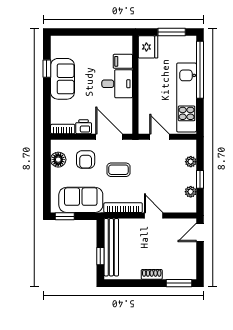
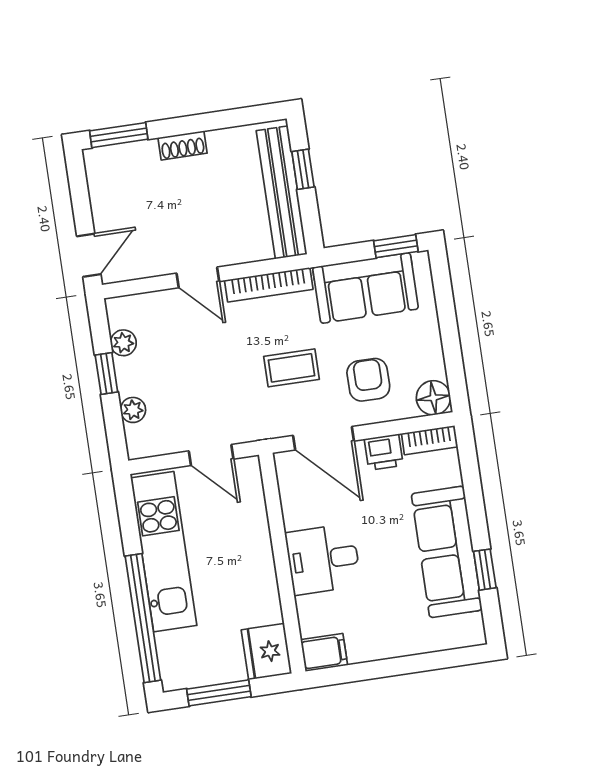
filing cabinet: (123, 61) -> (324, 652), moved
sofa: (62, 79) -> (447, 552), width x1.36
floor lamp: (58, 160) -> (433, 398), moved

